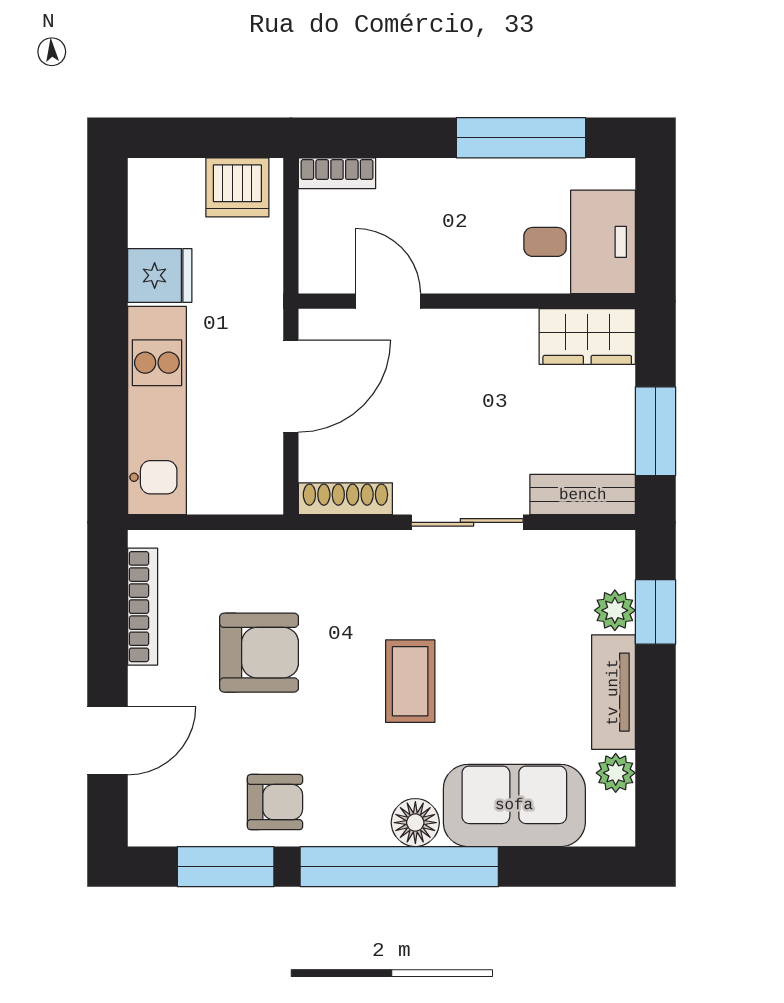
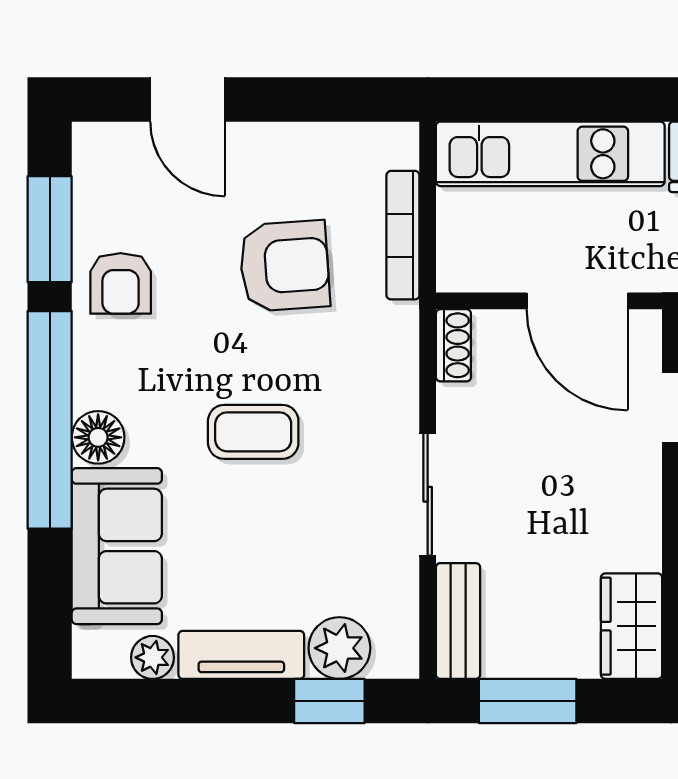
shoe rack: (345, 499) -> (453, 345), width x0.70
bookcase: (143, 607) -> (403, 235), moved, turned 90
plant: (615, 610) -> (339, 648), width x1.38, depth x1.38
armchair: (259, 653) -> (285, 266), turned -94

